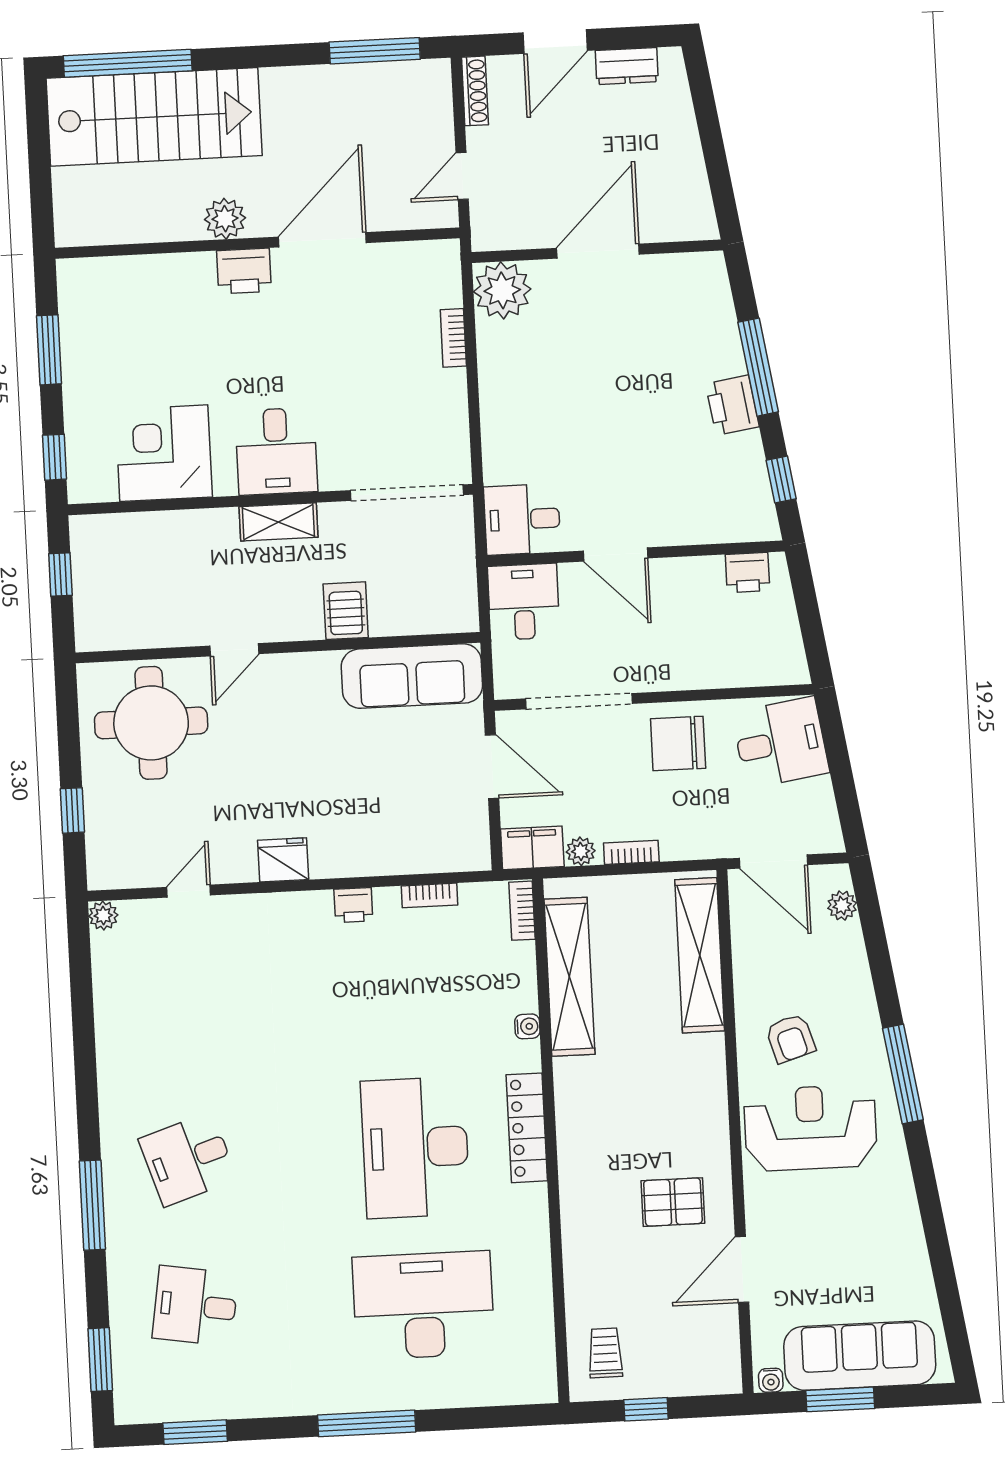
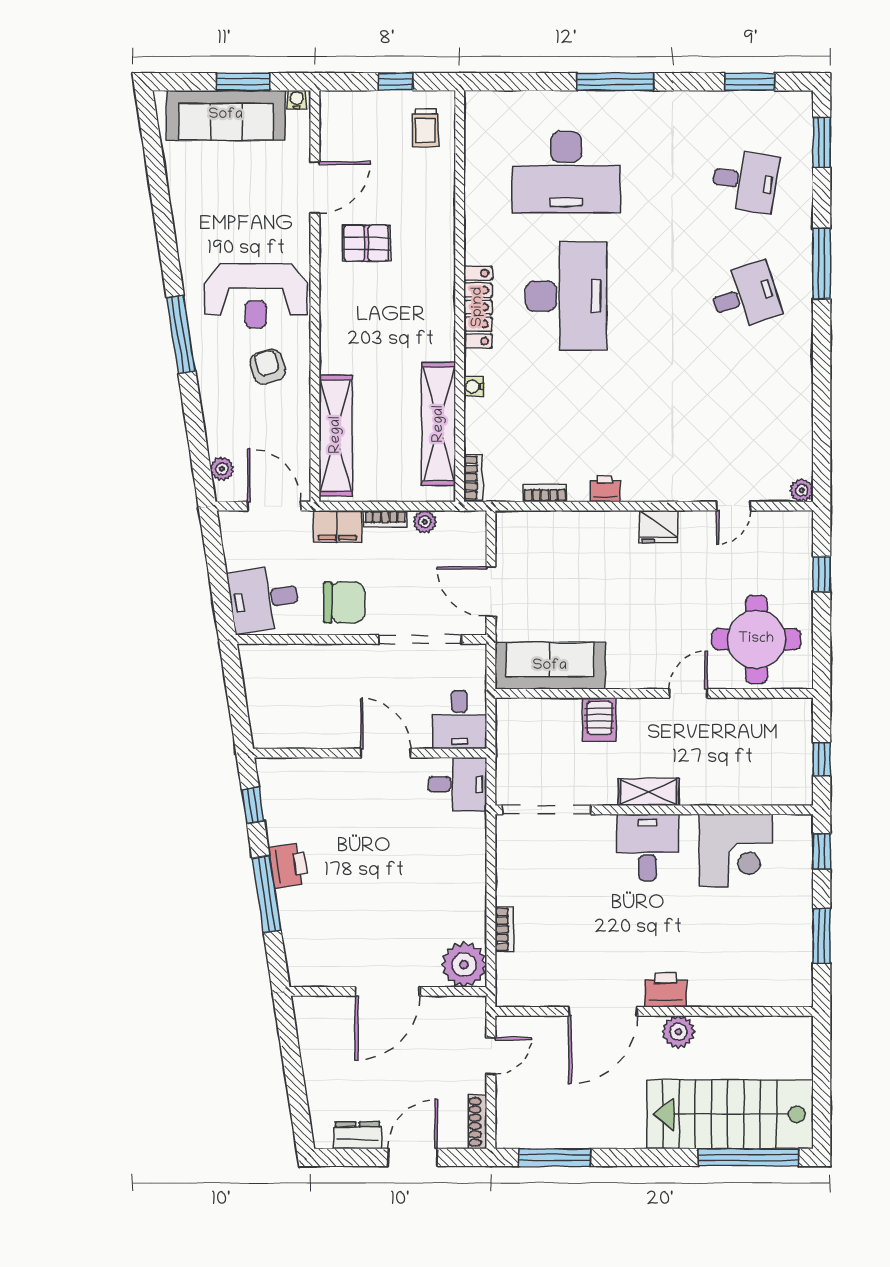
printer: (748, 573) -> (283, 734), removed
filing cabinet: (532, 848) -> (337, 526), moved

